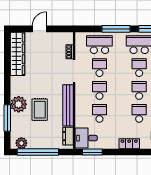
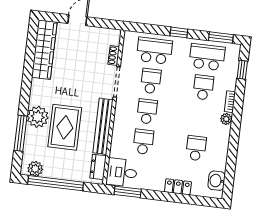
window: (116, 29) -> (179, 32), width x0.46
school desk: (139, 90) -> (200, 118), removed
rug: (40, 110) -> (65, 127), width x1.36, depth x1.43

